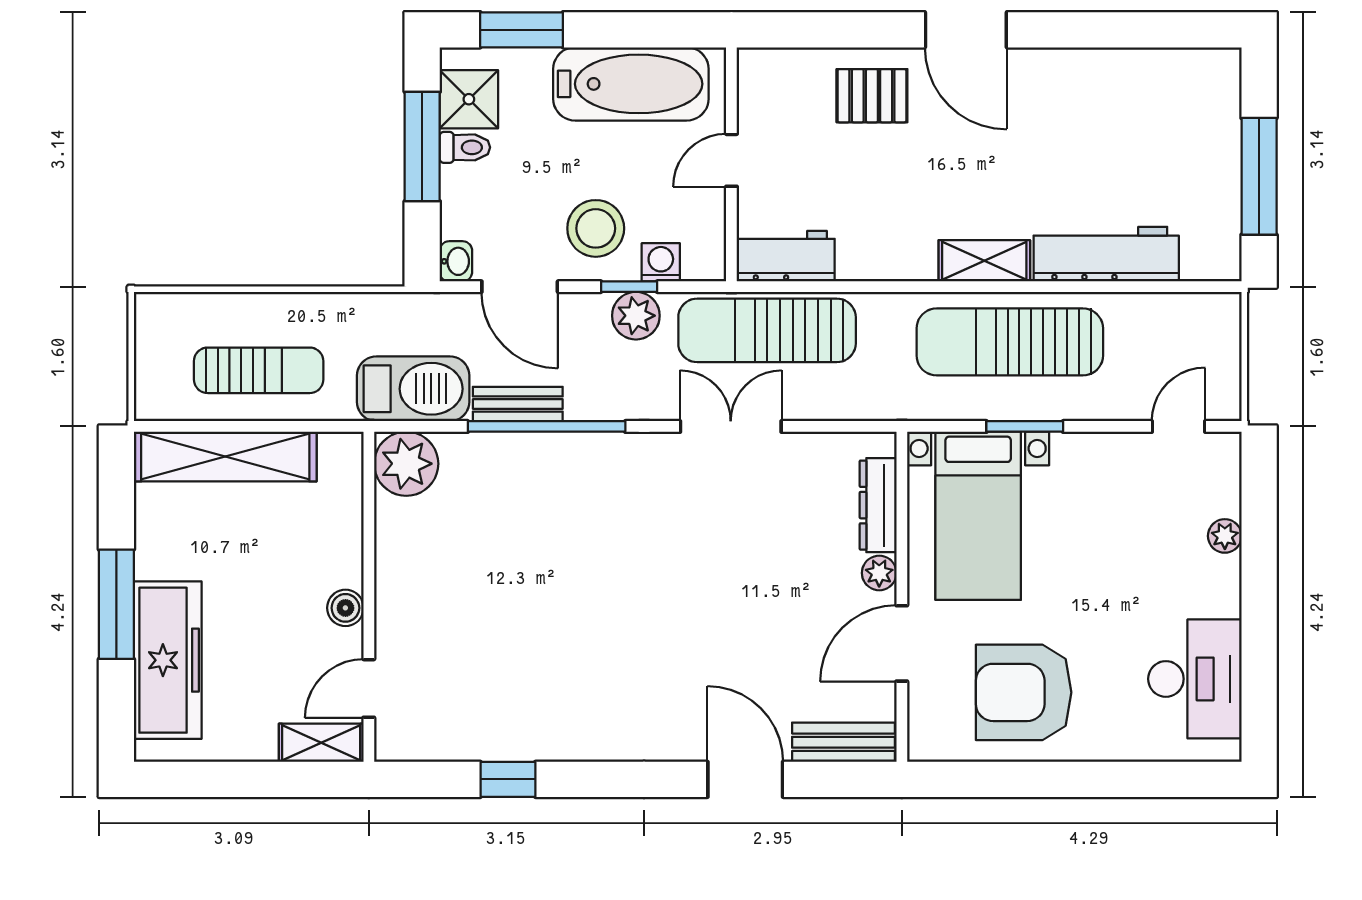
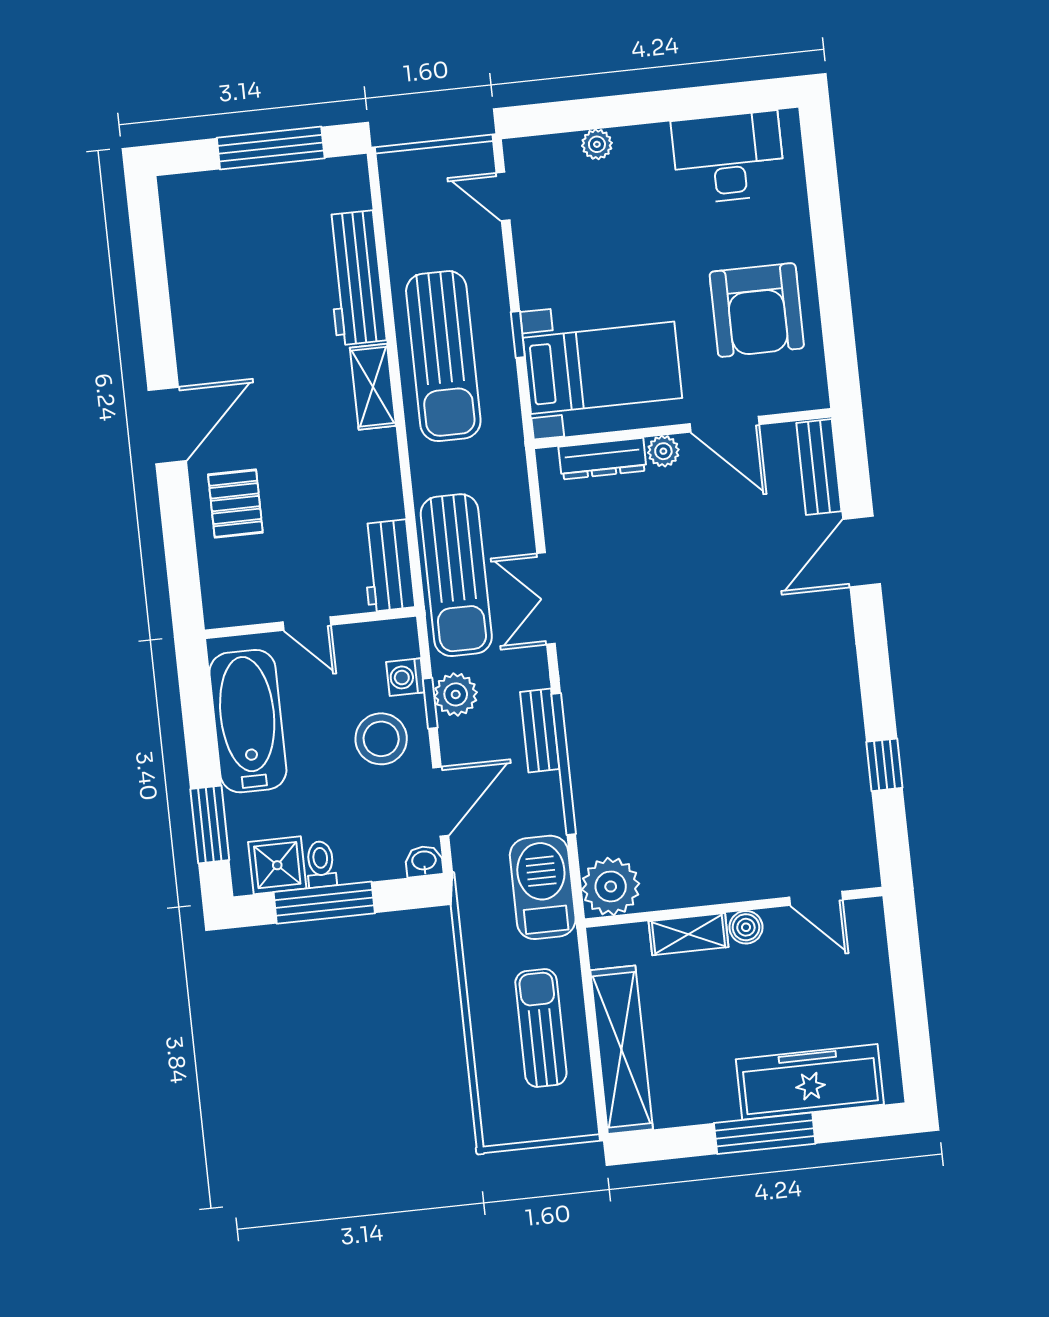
bench: (518, 404) -> (540, 731), moved
window: (1025, 426) -> (518, 335), width x0.67
shelving: (321, 743) -> (689, 934), moved, turned 90

